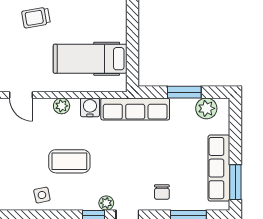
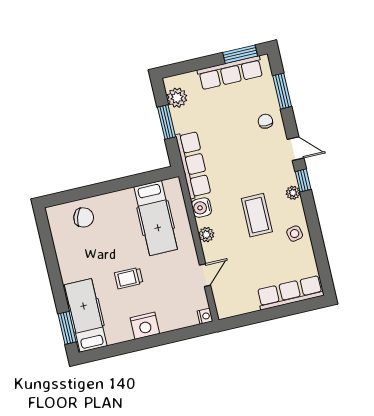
trolley: (36, 18) -> (129, 278), turned 100
chair: (162, 192) -> (265, 121), turned -90
plant: (106, 203) -> (293, 193), moved

